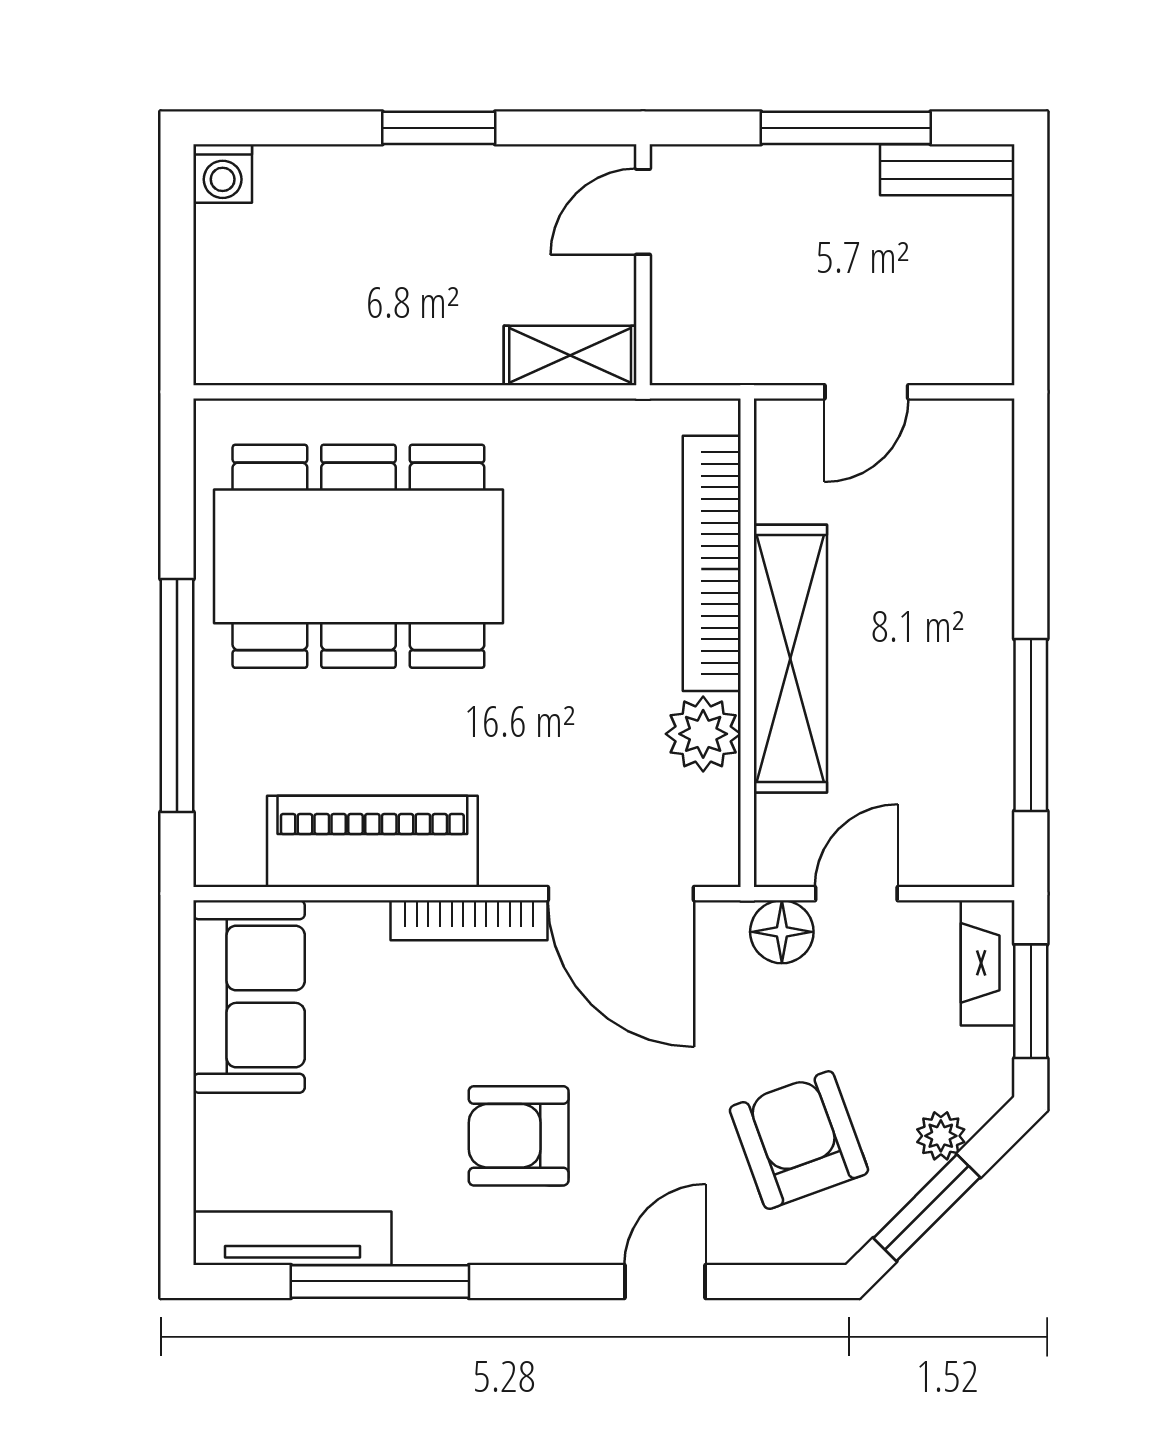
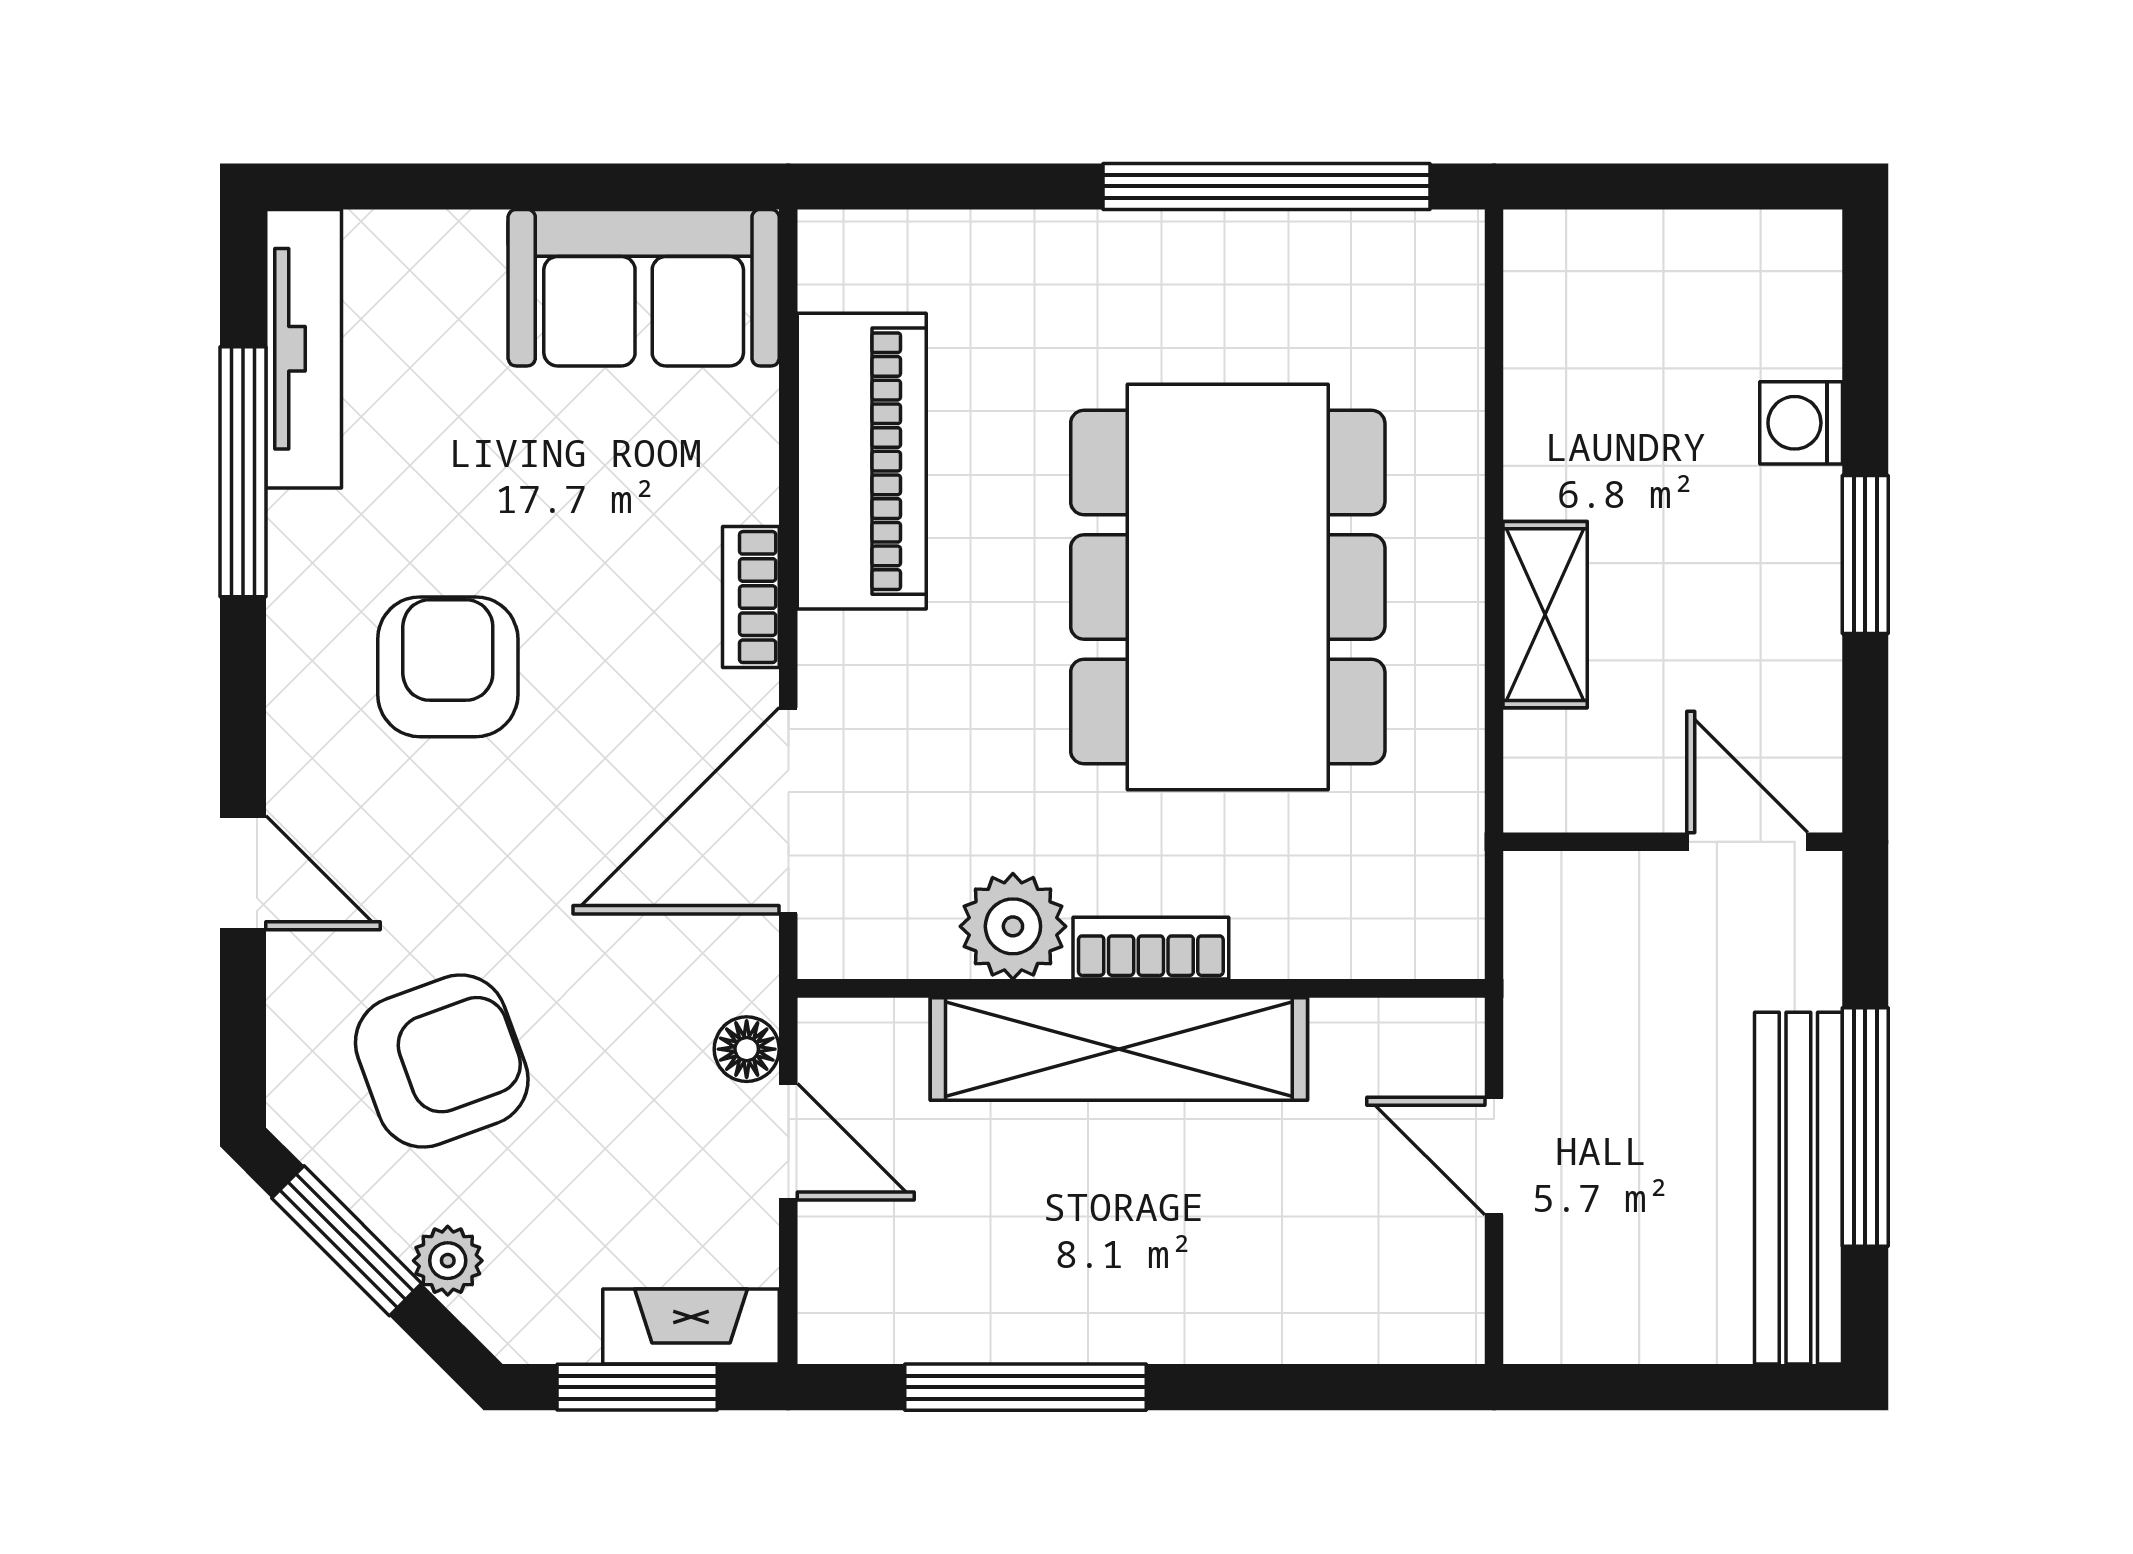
bench: (947, 170) -> (1798, 1188), width x1.86, depth x1.21
washing machine: (223, 174) -> (1801, 423), moved
shelving: (570, 355) -> (1545, 615), moved
dining table: (358, 556) -> (1228, 587), moved
bookcase: (712, 563) -> (1151, 948), width x0.43, depth x0.76
window: (177, 695) -> (1266, 186), moved
bookcase: (469, 920) -> (751, 597), width x0.64
floor lamp: (782, 932) -> (747, 1049), width x0.73, depth x0.73

